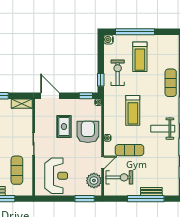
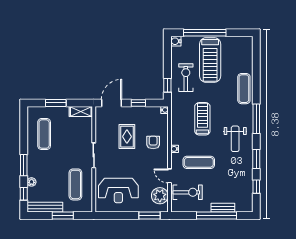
treadmill: (140, 57) -> (210, 60), width x1.37, depth x1.38
door: (50, 96) -> (112, 103), hinge flipped
window: (86, 96) -> (138, 103), moved
treadmill: (133, 110) -> (202, 119), turned 180
weight bench: (163, 129) -> (235, 139), turned -90
armchair: (88, 132) -> (153, 142), width x0.53, depth x0.53
door: (103, 163) -> (169, 176), swing flipped
reception desk: (56, 176) -> (118, 190), turned 90

